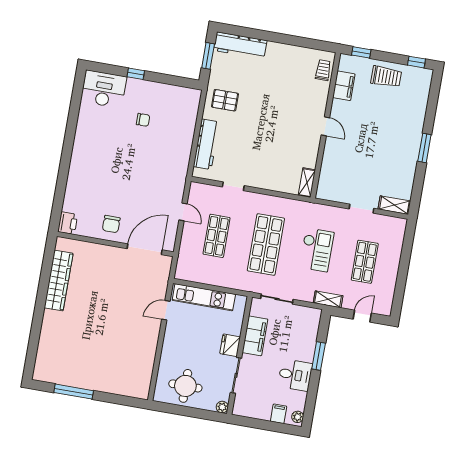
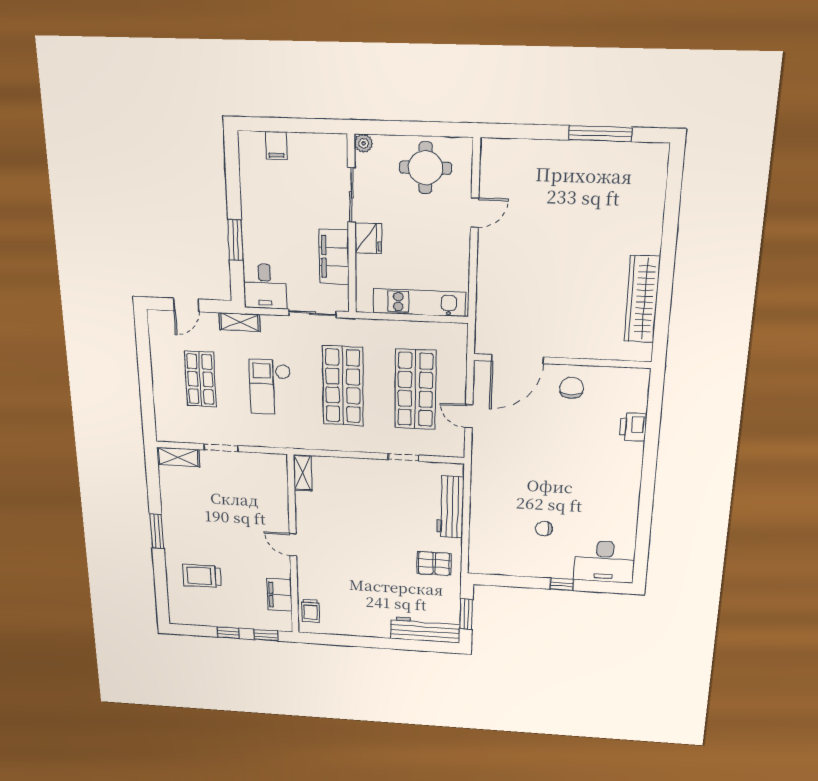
window: (417, 62) -> (228, 633), moved
trolley: (386, 77) -> (202, 576), moved
printer: (68, 223) -> (633, 427), moved
shop shelf: (217, 236) -> (415, 389), width x1.43, depth x1.36
door: (166, 310) -> (475, 213), moved
desk: (295, 375) -> (265, 286), moved, turned -90
plant: (298, 417) -> (247, 145), removed

